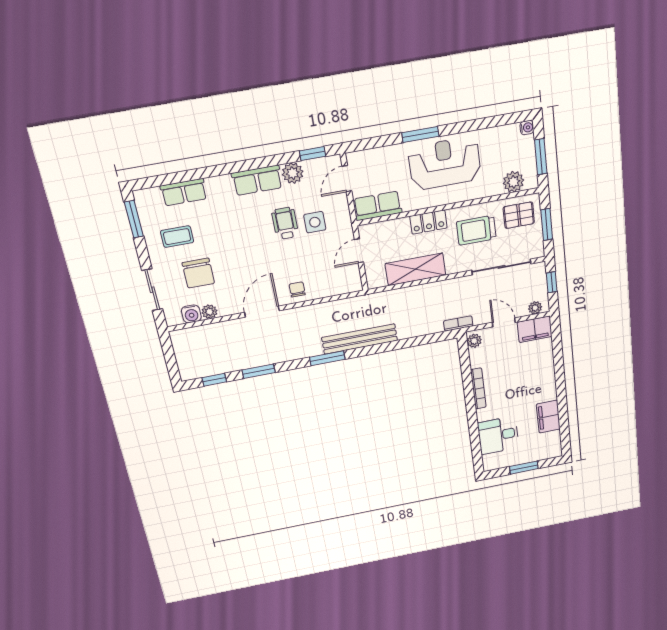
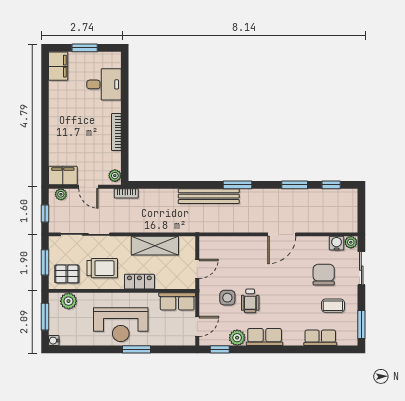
chair: (297, 289) -> (251, 247), removed
plant: (209, 312) -> (351, 242), moved
filing cabinet: (548, 417) -> (58, 66), moved

